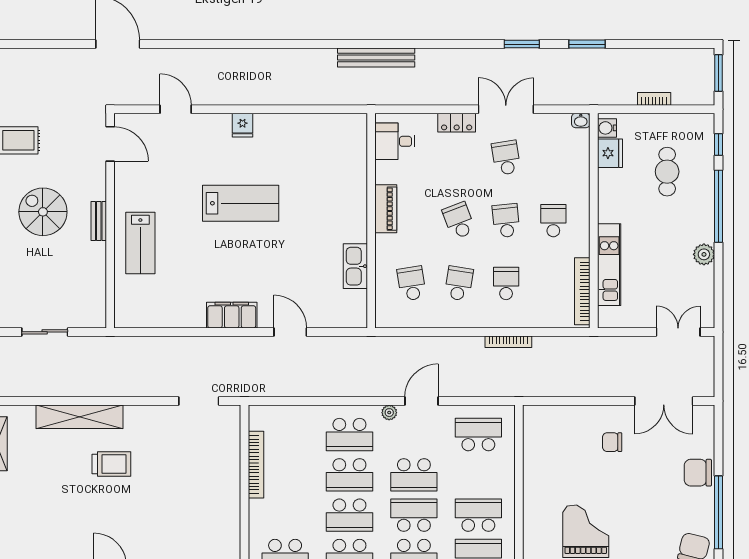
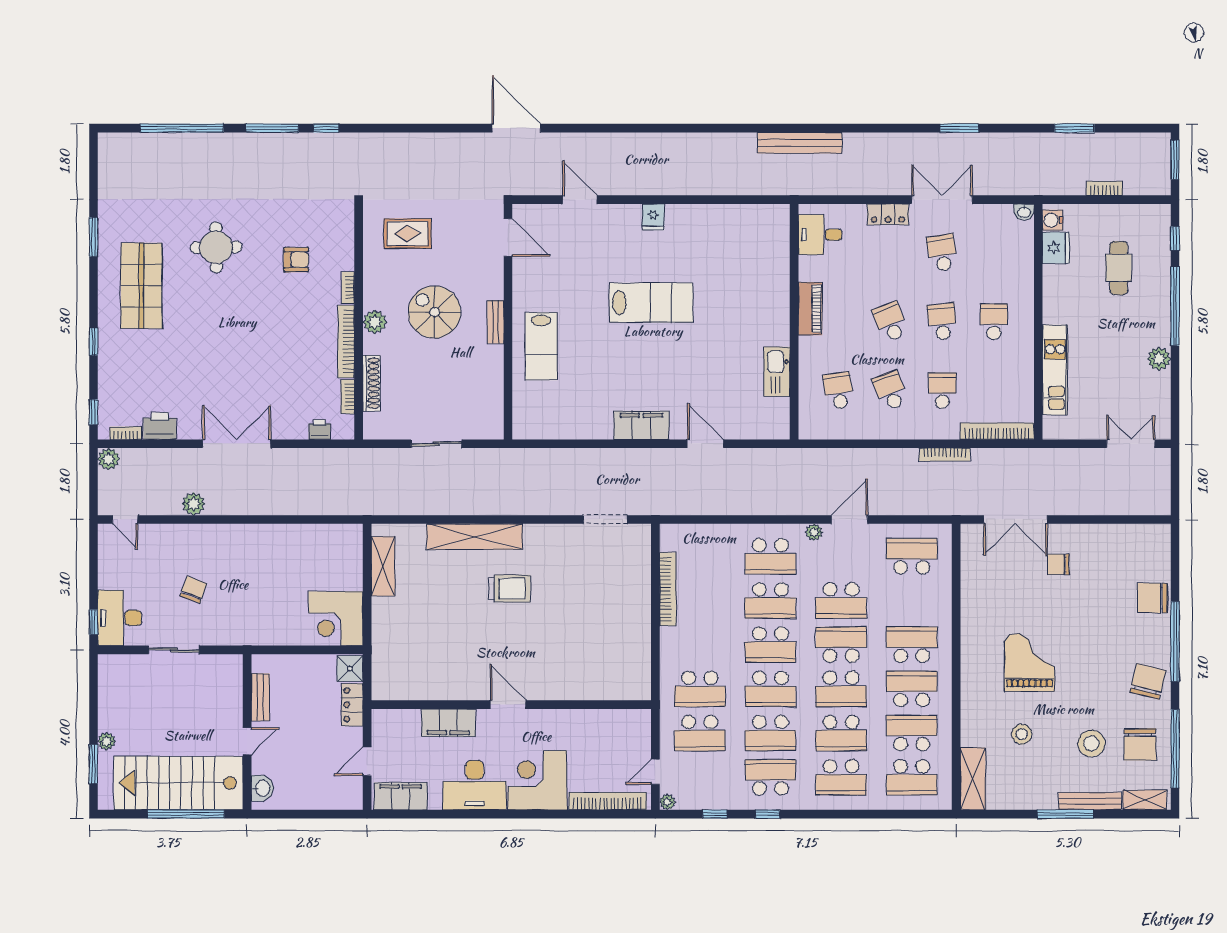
window: (587, 44) -> (1074, 128), moved
school desk: (459, 283) -> (890, 391), turned -30
bookcase: (582, 291) -> (997, 431), moved, turned 90
double door: (664, 401) -> (1015, 519), moved

